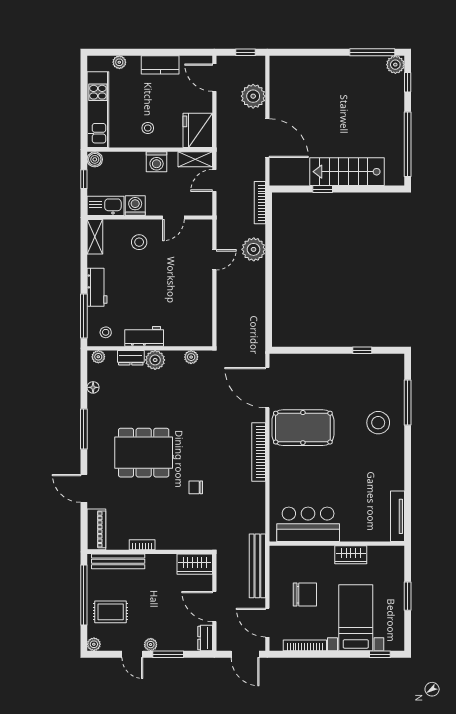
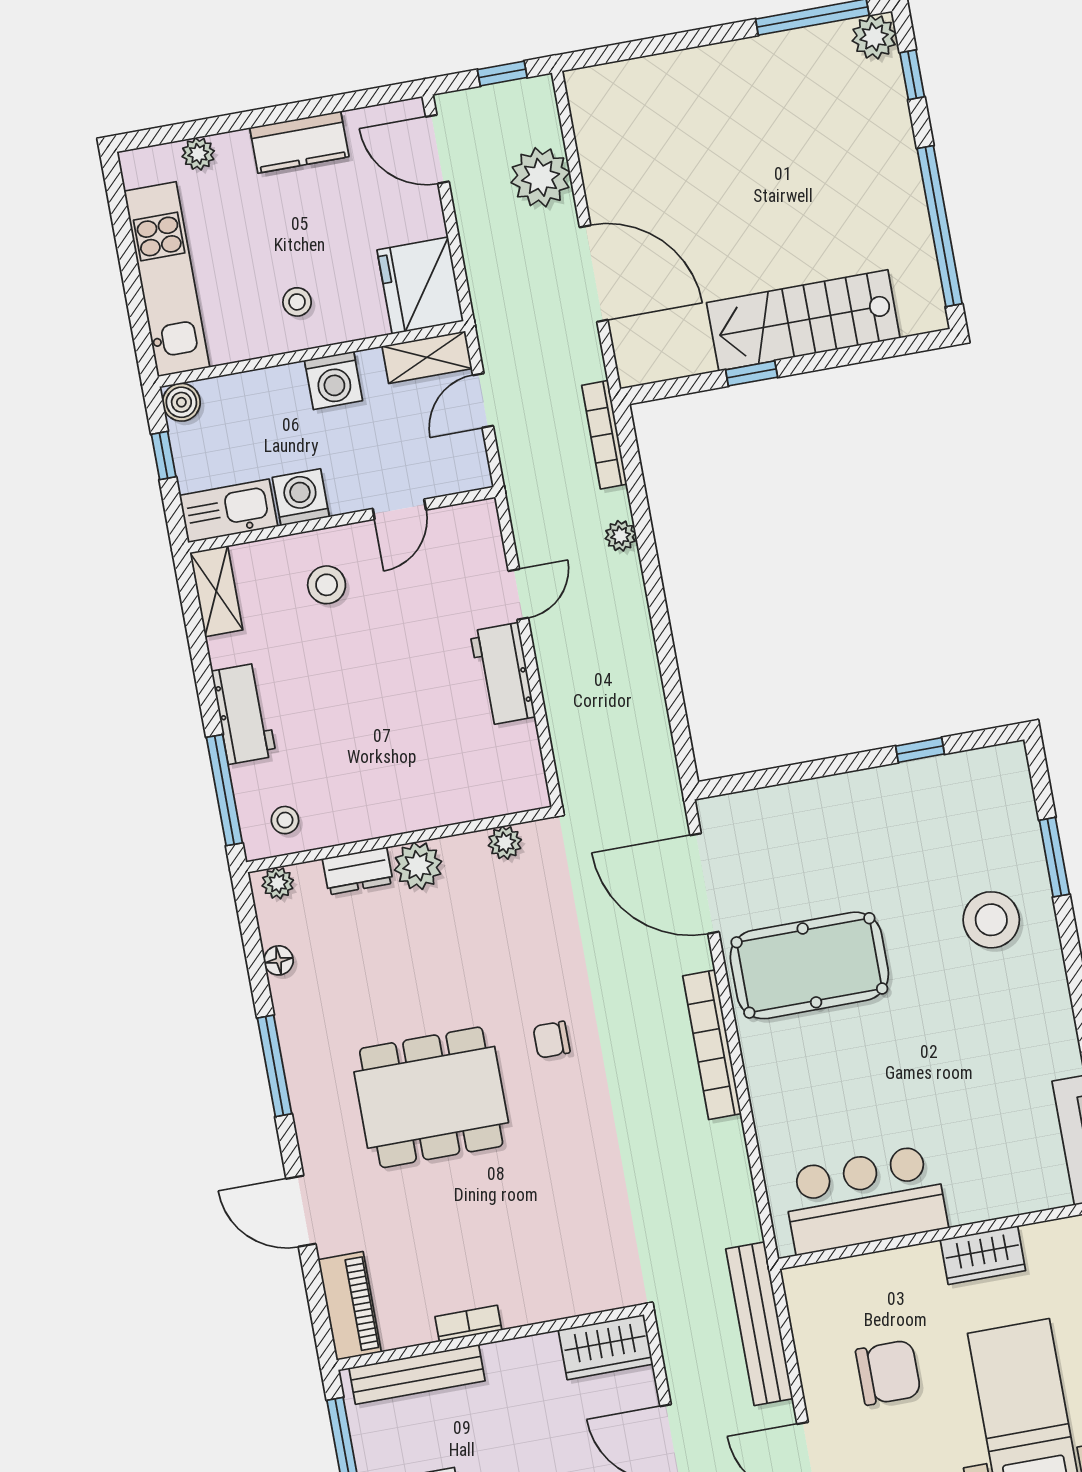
plant: (254, 249) -> (620, 536), width x0.53, depth x0.53
workbench: (144, 336) -> (502, 674), moved, turned -90
window: (408, 402) -> (1054, 857), width x0.69
chair: (196, 487) -> (551, 1040), moved

